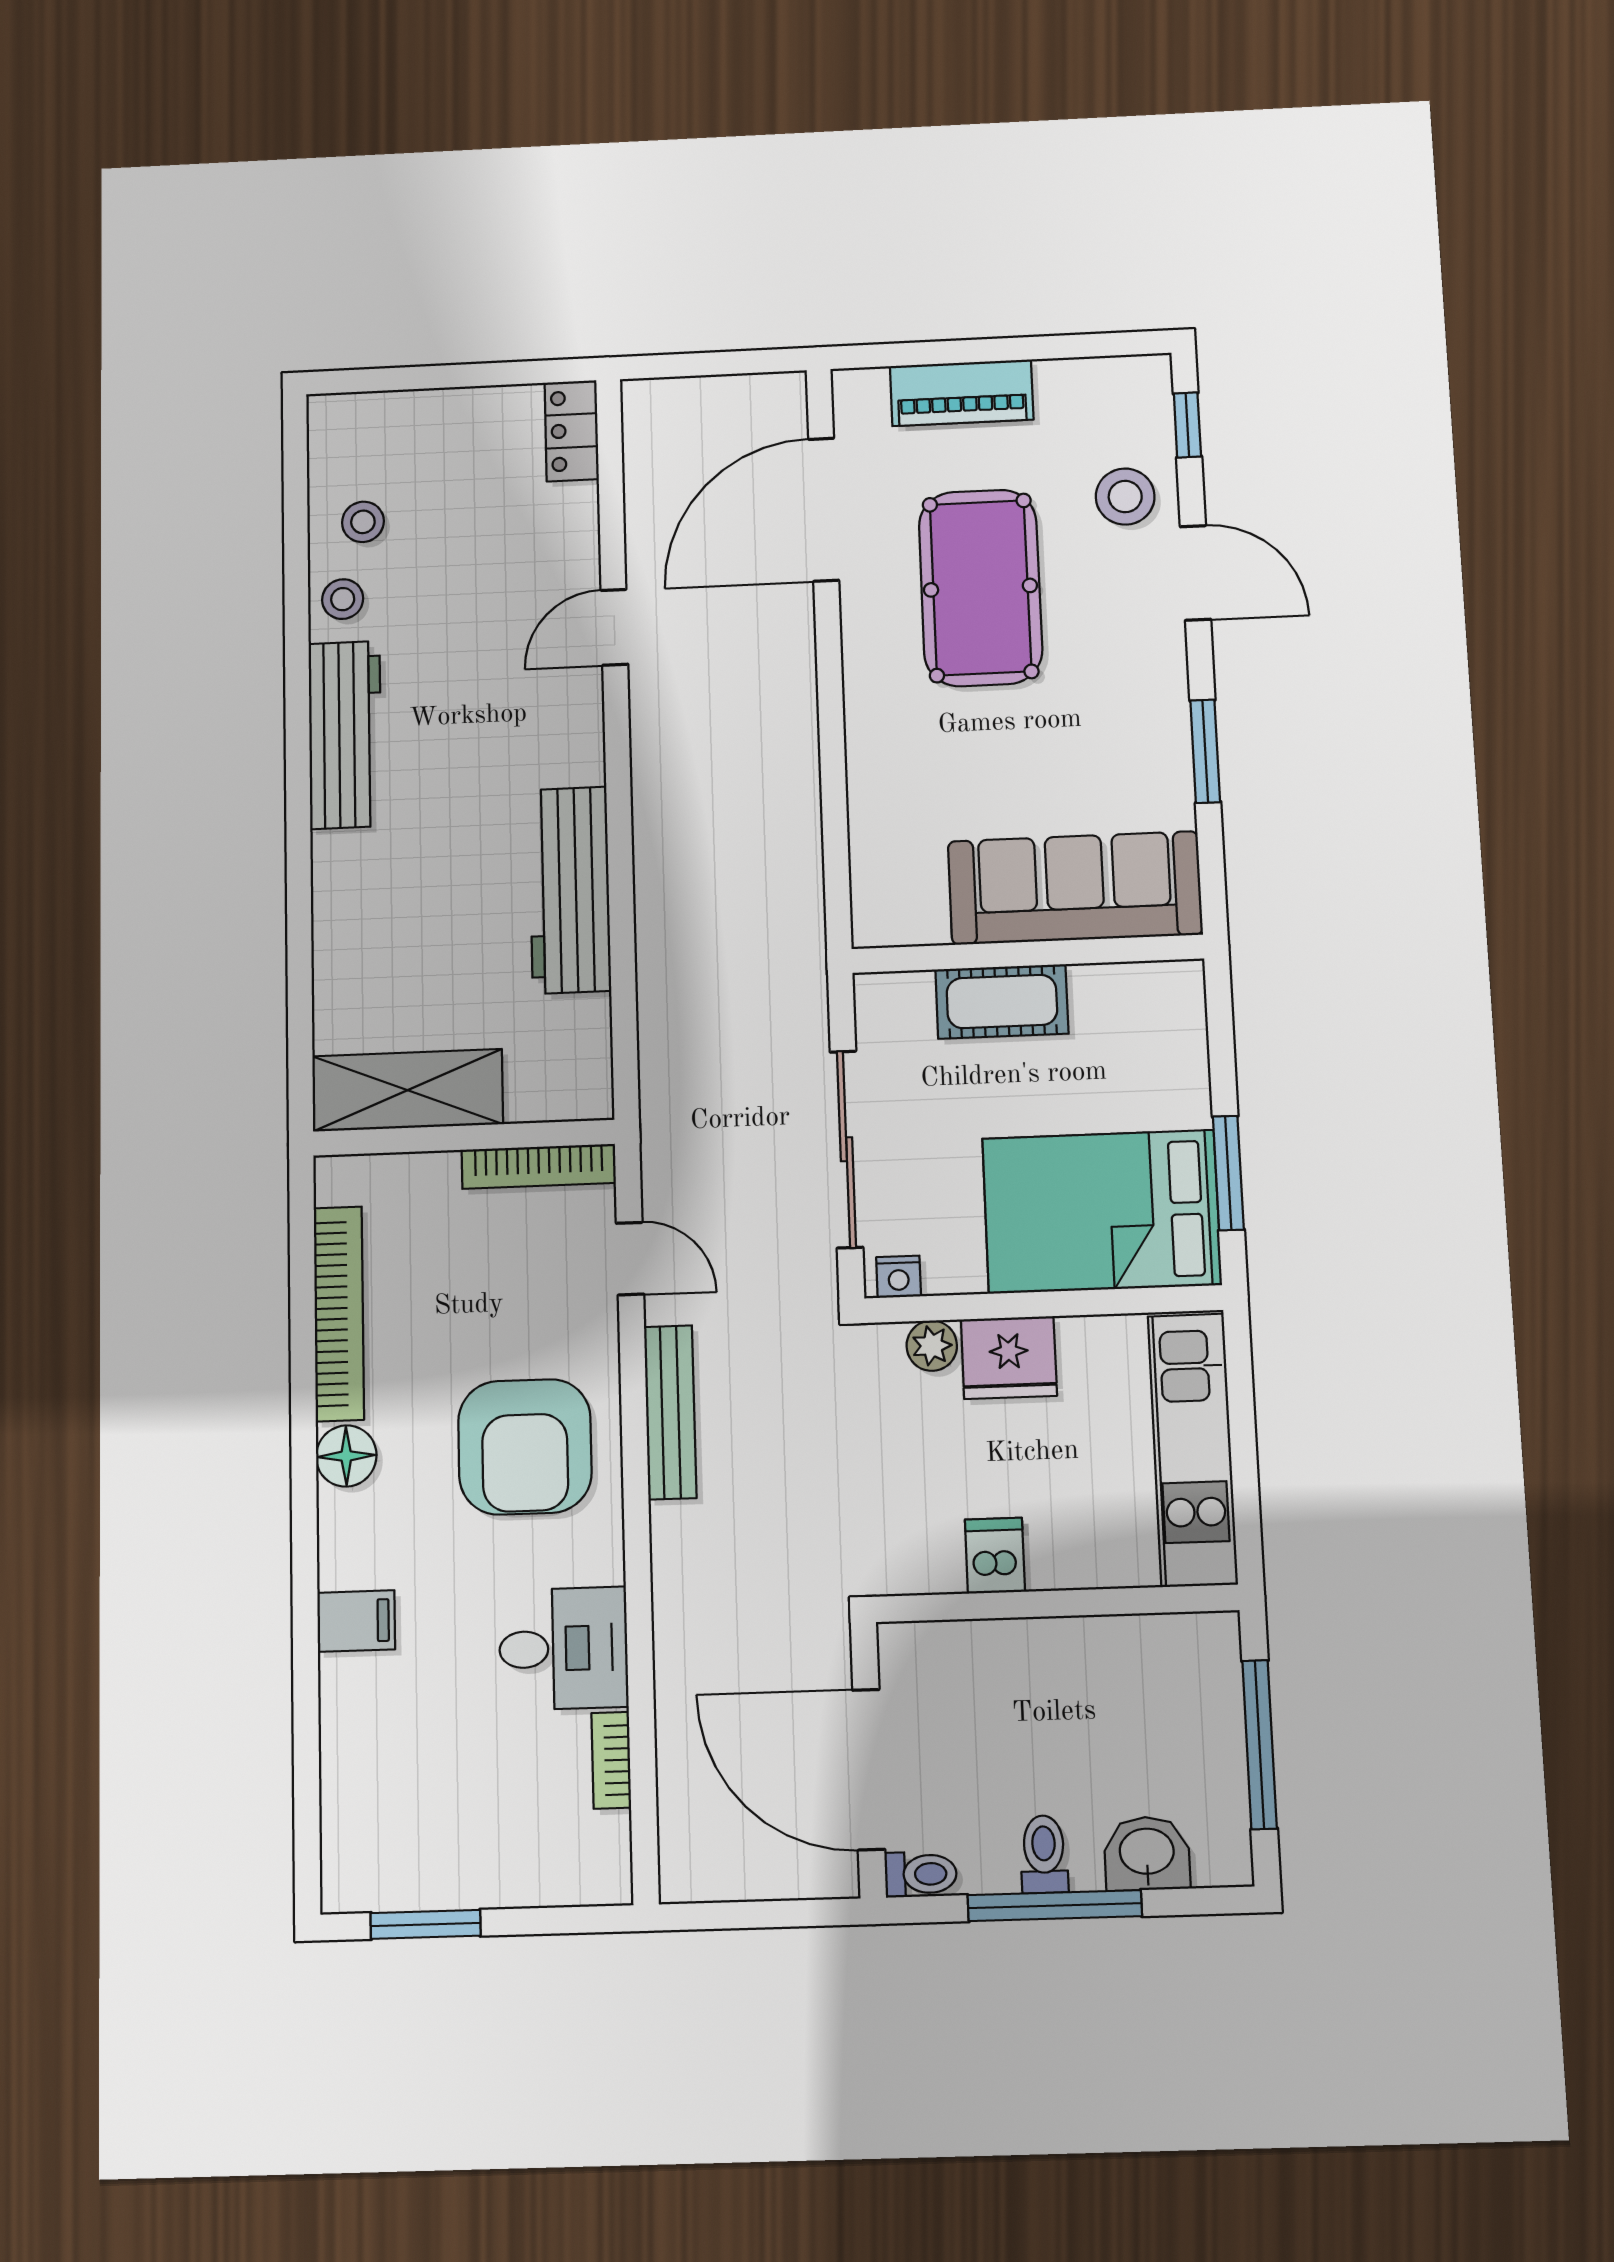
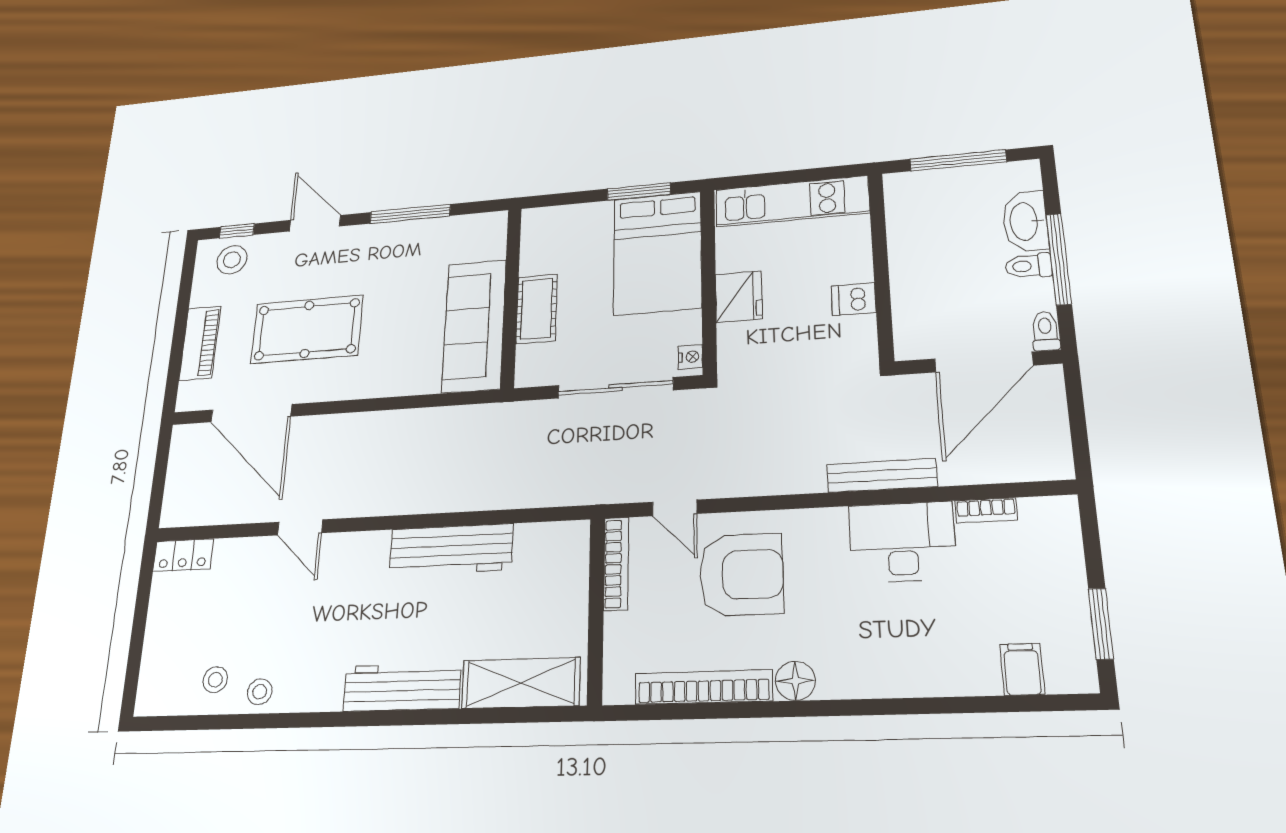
stool: (1125, 497) -> (232, 260), moved
door: (1195, 573) -> (315, 223), hinge flipped
workbench: (345, 735) -> (402, 687), moved
window: (1205, 751) -> (410, 214), width x1.44
sofa: (1075, 888) -> (474, 326), moved
shelving: (407, 1090) -> (521, 683), moved, turned 90
door: (630, 1259) -> (675, 508), swing flipped
plant: (932, 1346) -> (731, 338), removed
bench: (670, 1412) -> (882, 475), moved
armchair: (525, 1447) -> (741, 575), moved
filing cabinet: (356, 1621) -> (1022, 669), moved
desk: (563, 1648) -> (902, 542), width x1.37
washbasin: (1147, 1853) -> (1025, 221), width x1.38

